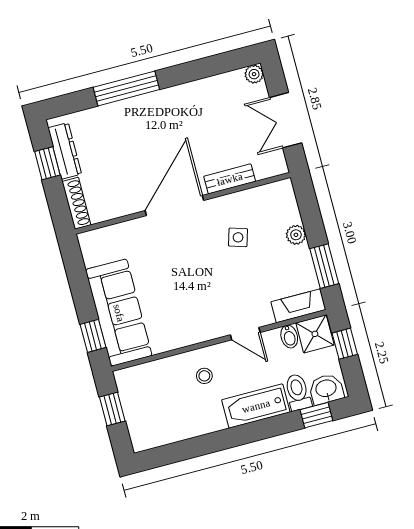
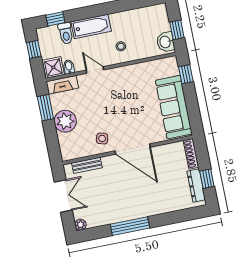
window: (126, 88) -> (130, 226), moved
bench: (230, 179) -> (87, 165), moved
door: (174, 205) -> (133, 149), hinge flipped
plant: (296, 235) -> (65, 121), width x1.87, depth x1.87
side table: (238, 237) -> (102, 138), moved
sofa: (119, 313) -> (174, 107), moved
window: (345, 344) -> (34, 49), moved
washbasin: (326, 389) -> (166, 42), moved, turned 90

